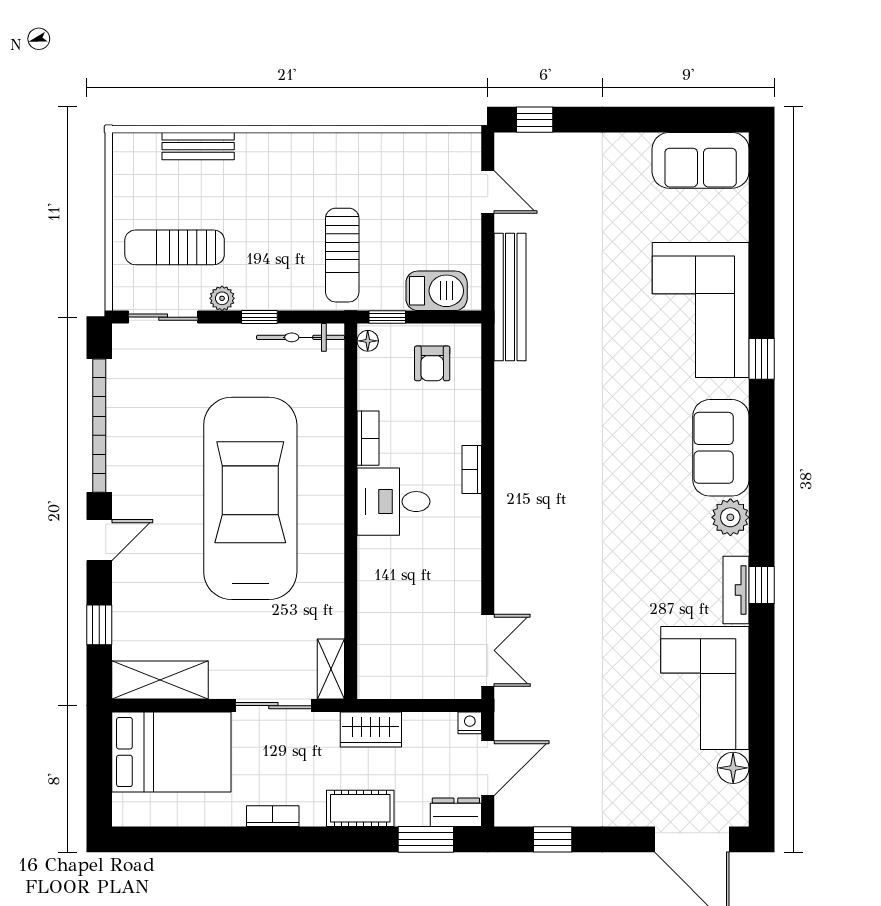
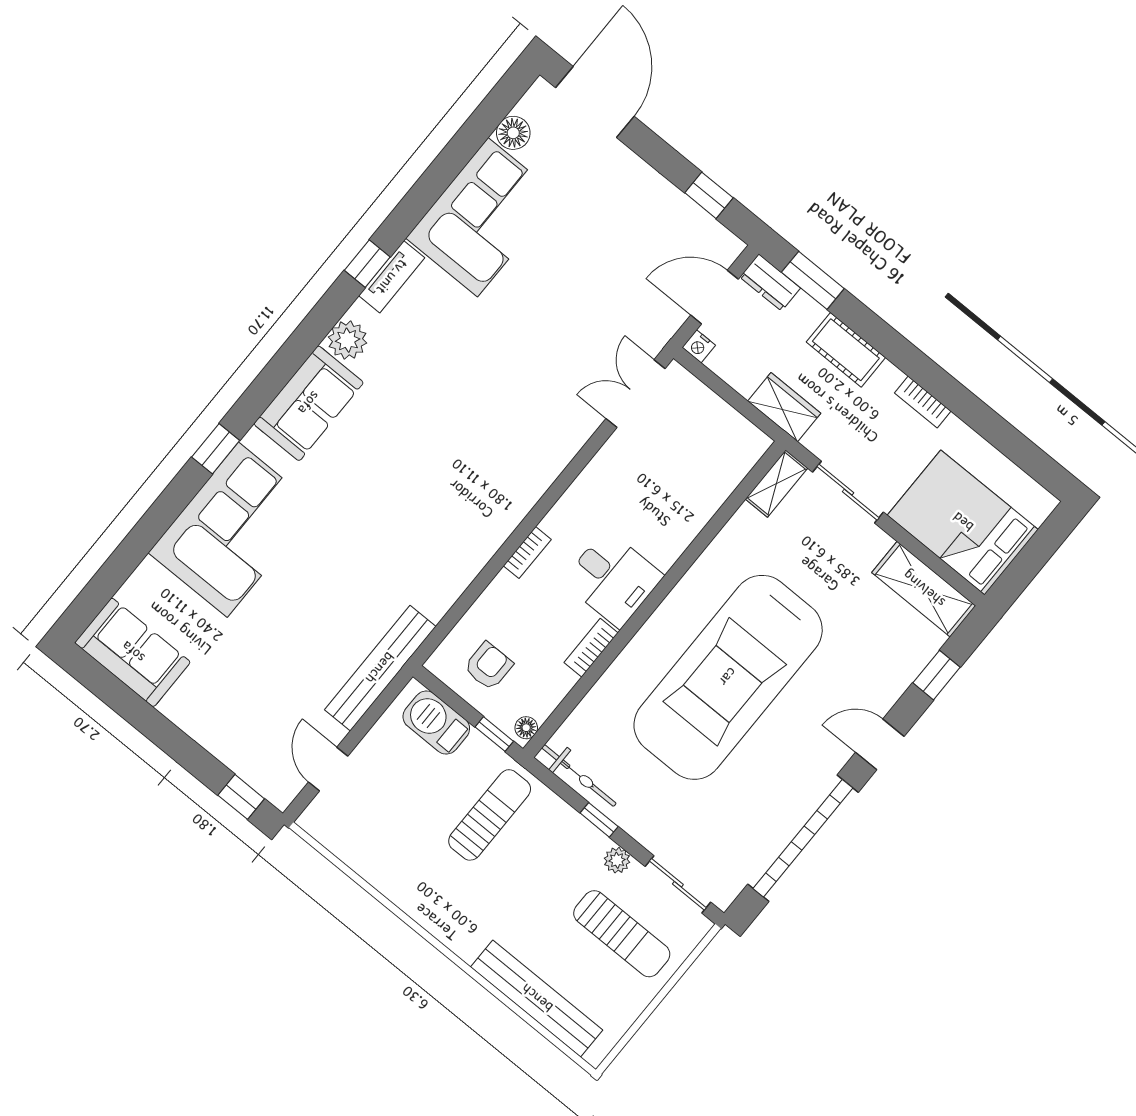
bench: (198, 146) -> (537, 998), width x1.86, depth x1.21

